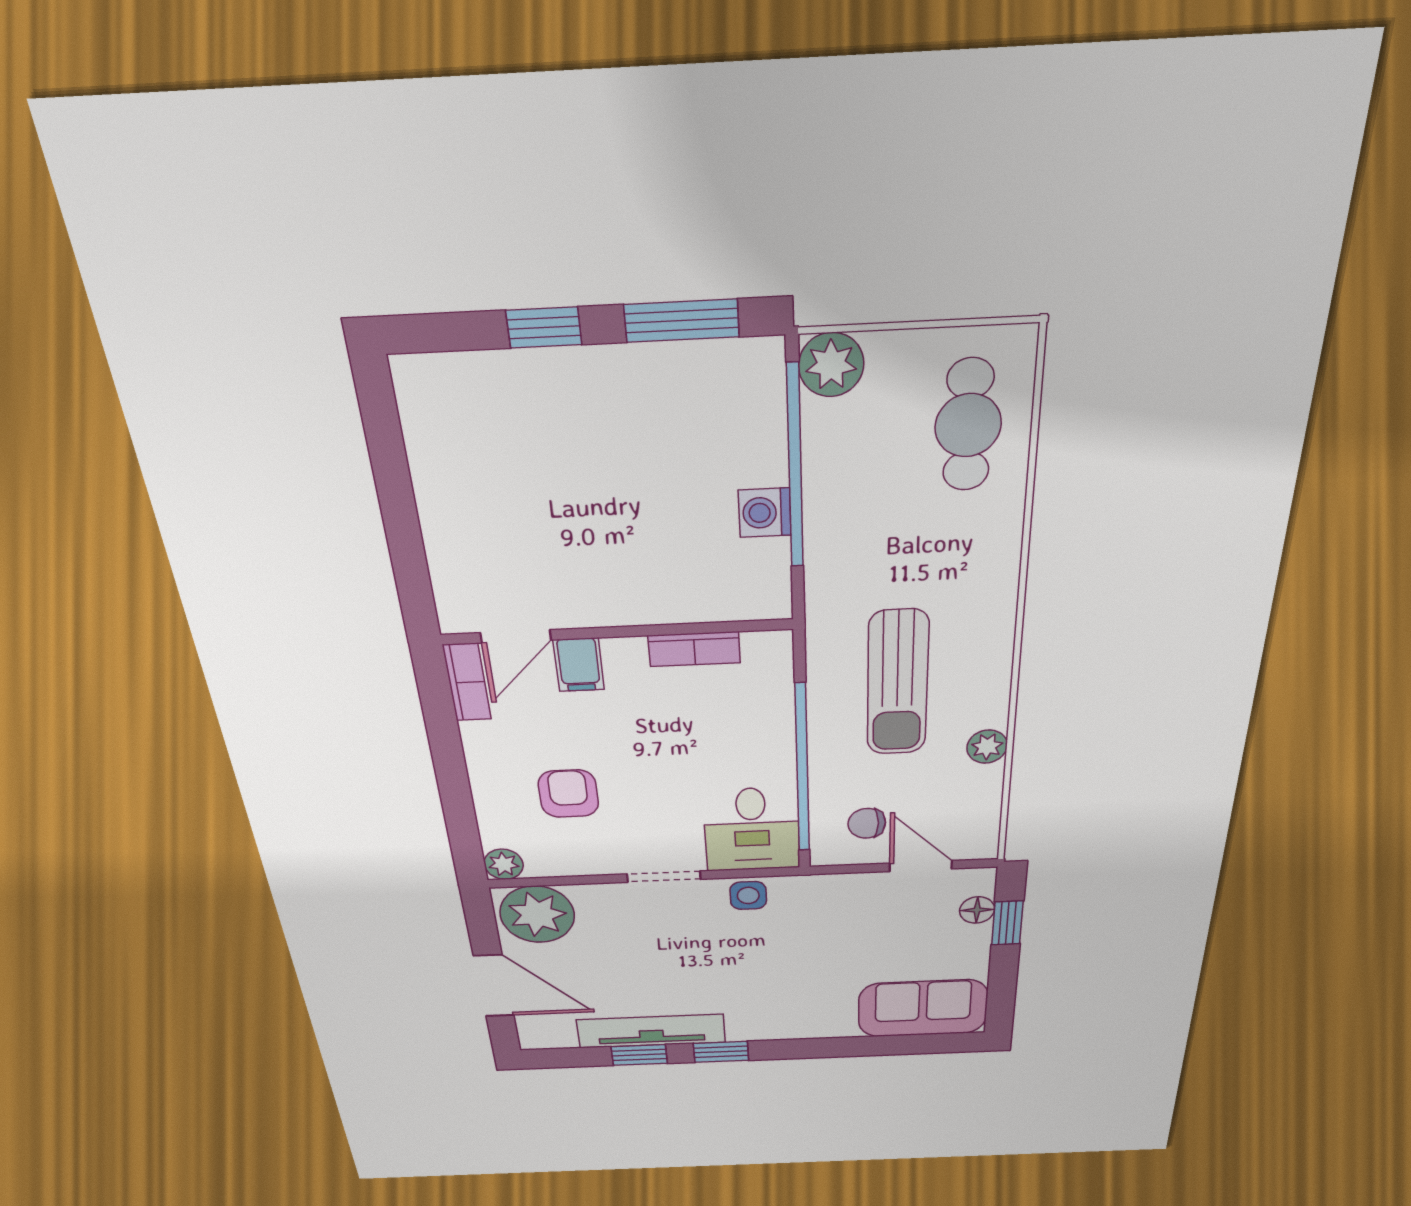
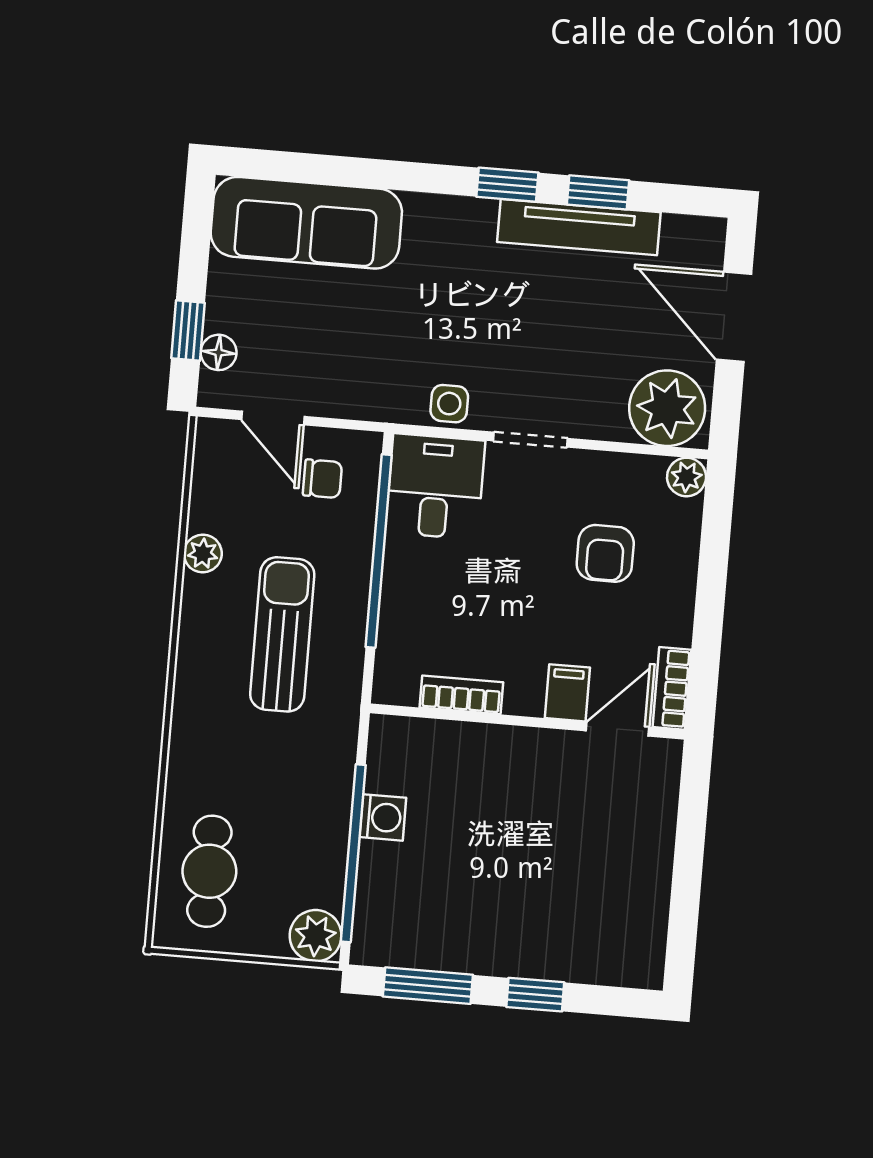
sofa: (923, 1008) -> (306, 223), width x1.36

